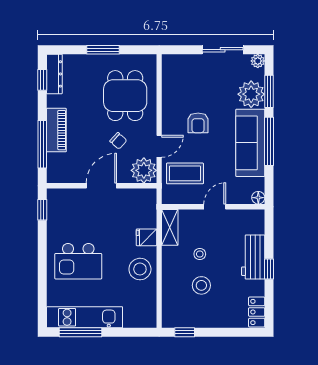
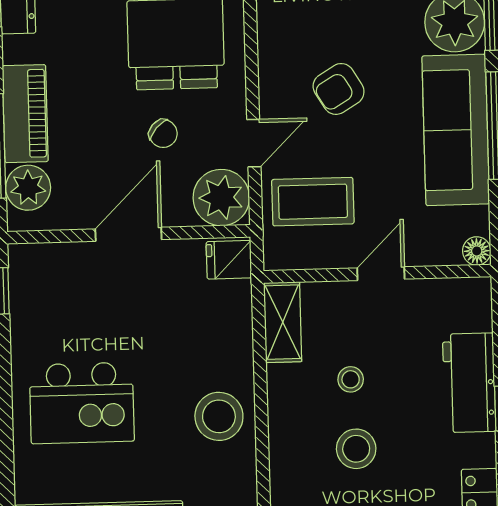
armchair: (198, 123) -> (339, 89), turned 59
plant: (57, 164) -> (28, 188), added
fridge: (146, 237) -> (229, 260), moved

